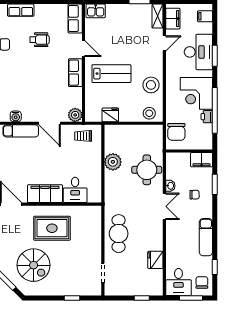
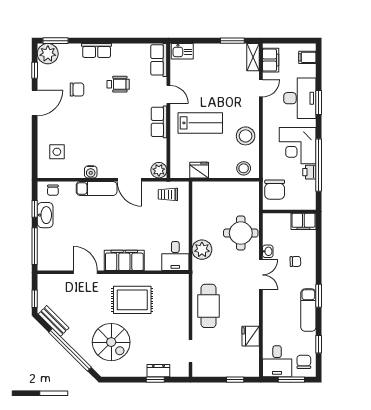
plant: (113, 162) -> (202, 250), moved
window: (215, 184) -> (319, 296), moved
desk: (75, 190) -> (175, 256), moved
dresser: (75, 290) -> (158, 371), added

